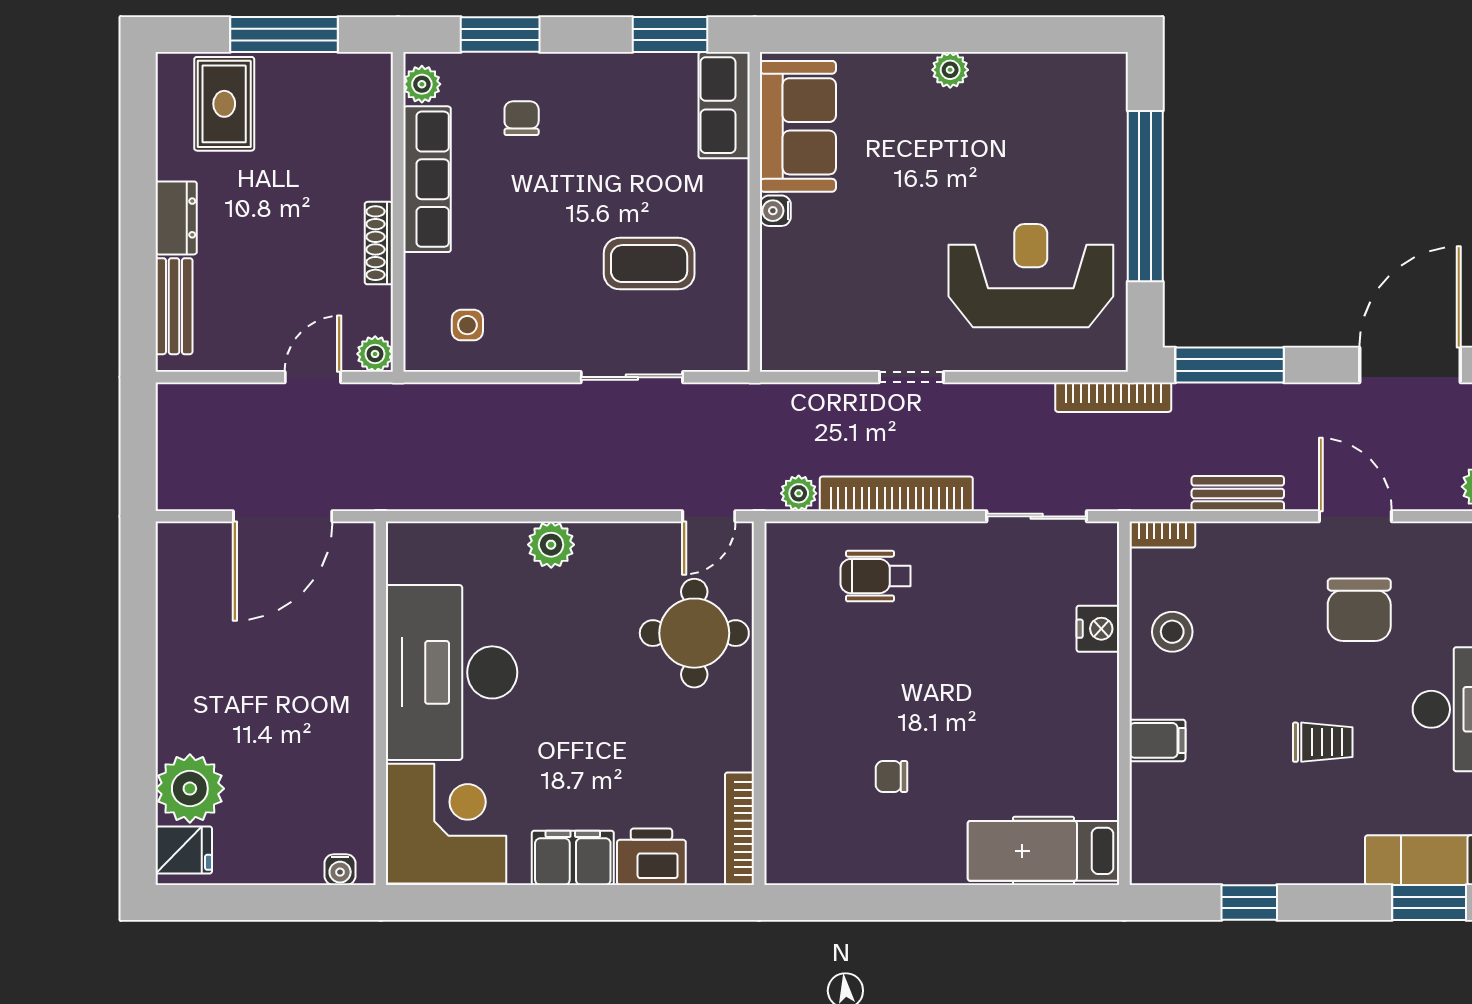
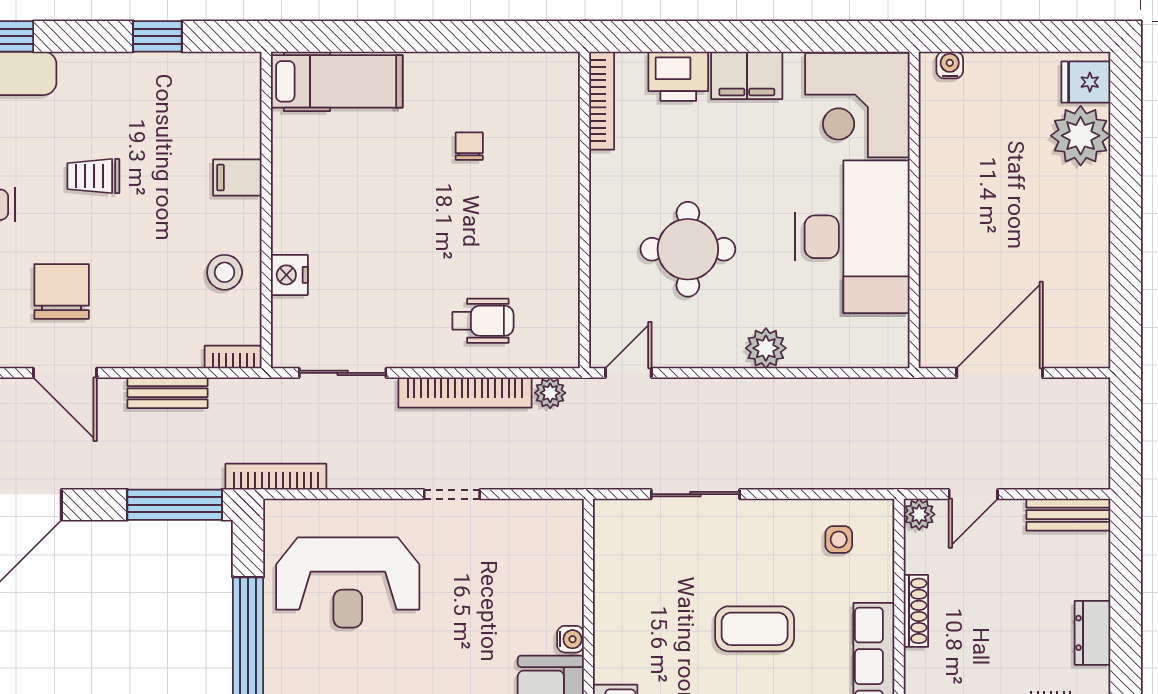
coffee table: (649, 264) -> (755, 629), moved
bench: (174, 306) -> (1068, 515), moved, turned 90
round table: (694, 633) -> (688, 249), moved
chair: (891, 776) -> (469, 146), turned -90

